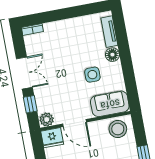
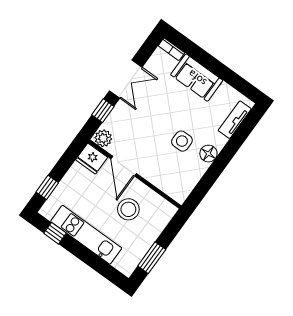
floor lamp: (112, 55) -> (208, 154), moved
sofa: (110, 104) -> (197, 78), moved, turned 180
stool: (118, 129) -> (128, 209), moved

